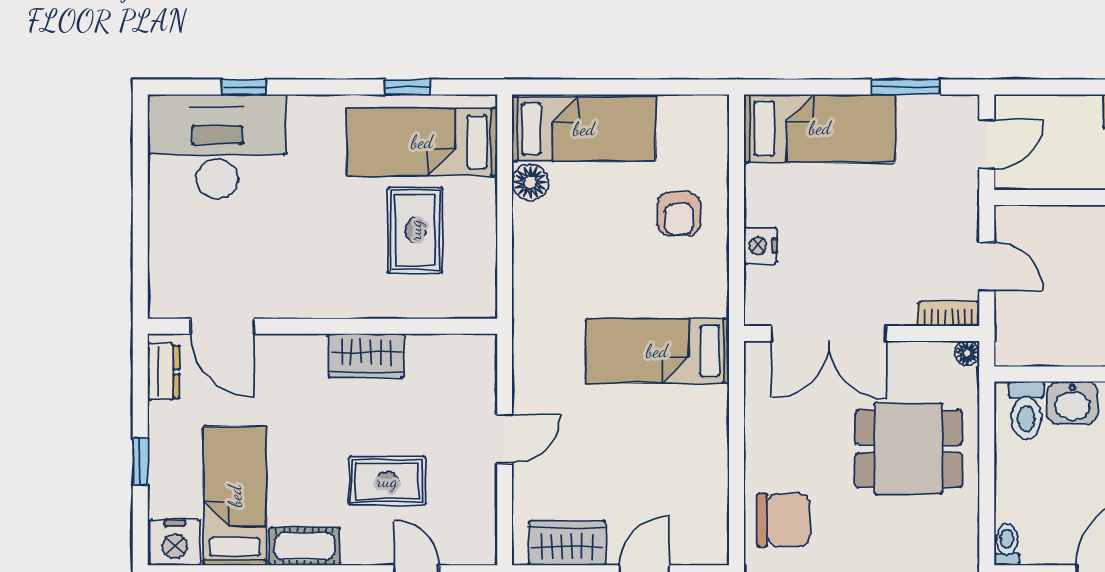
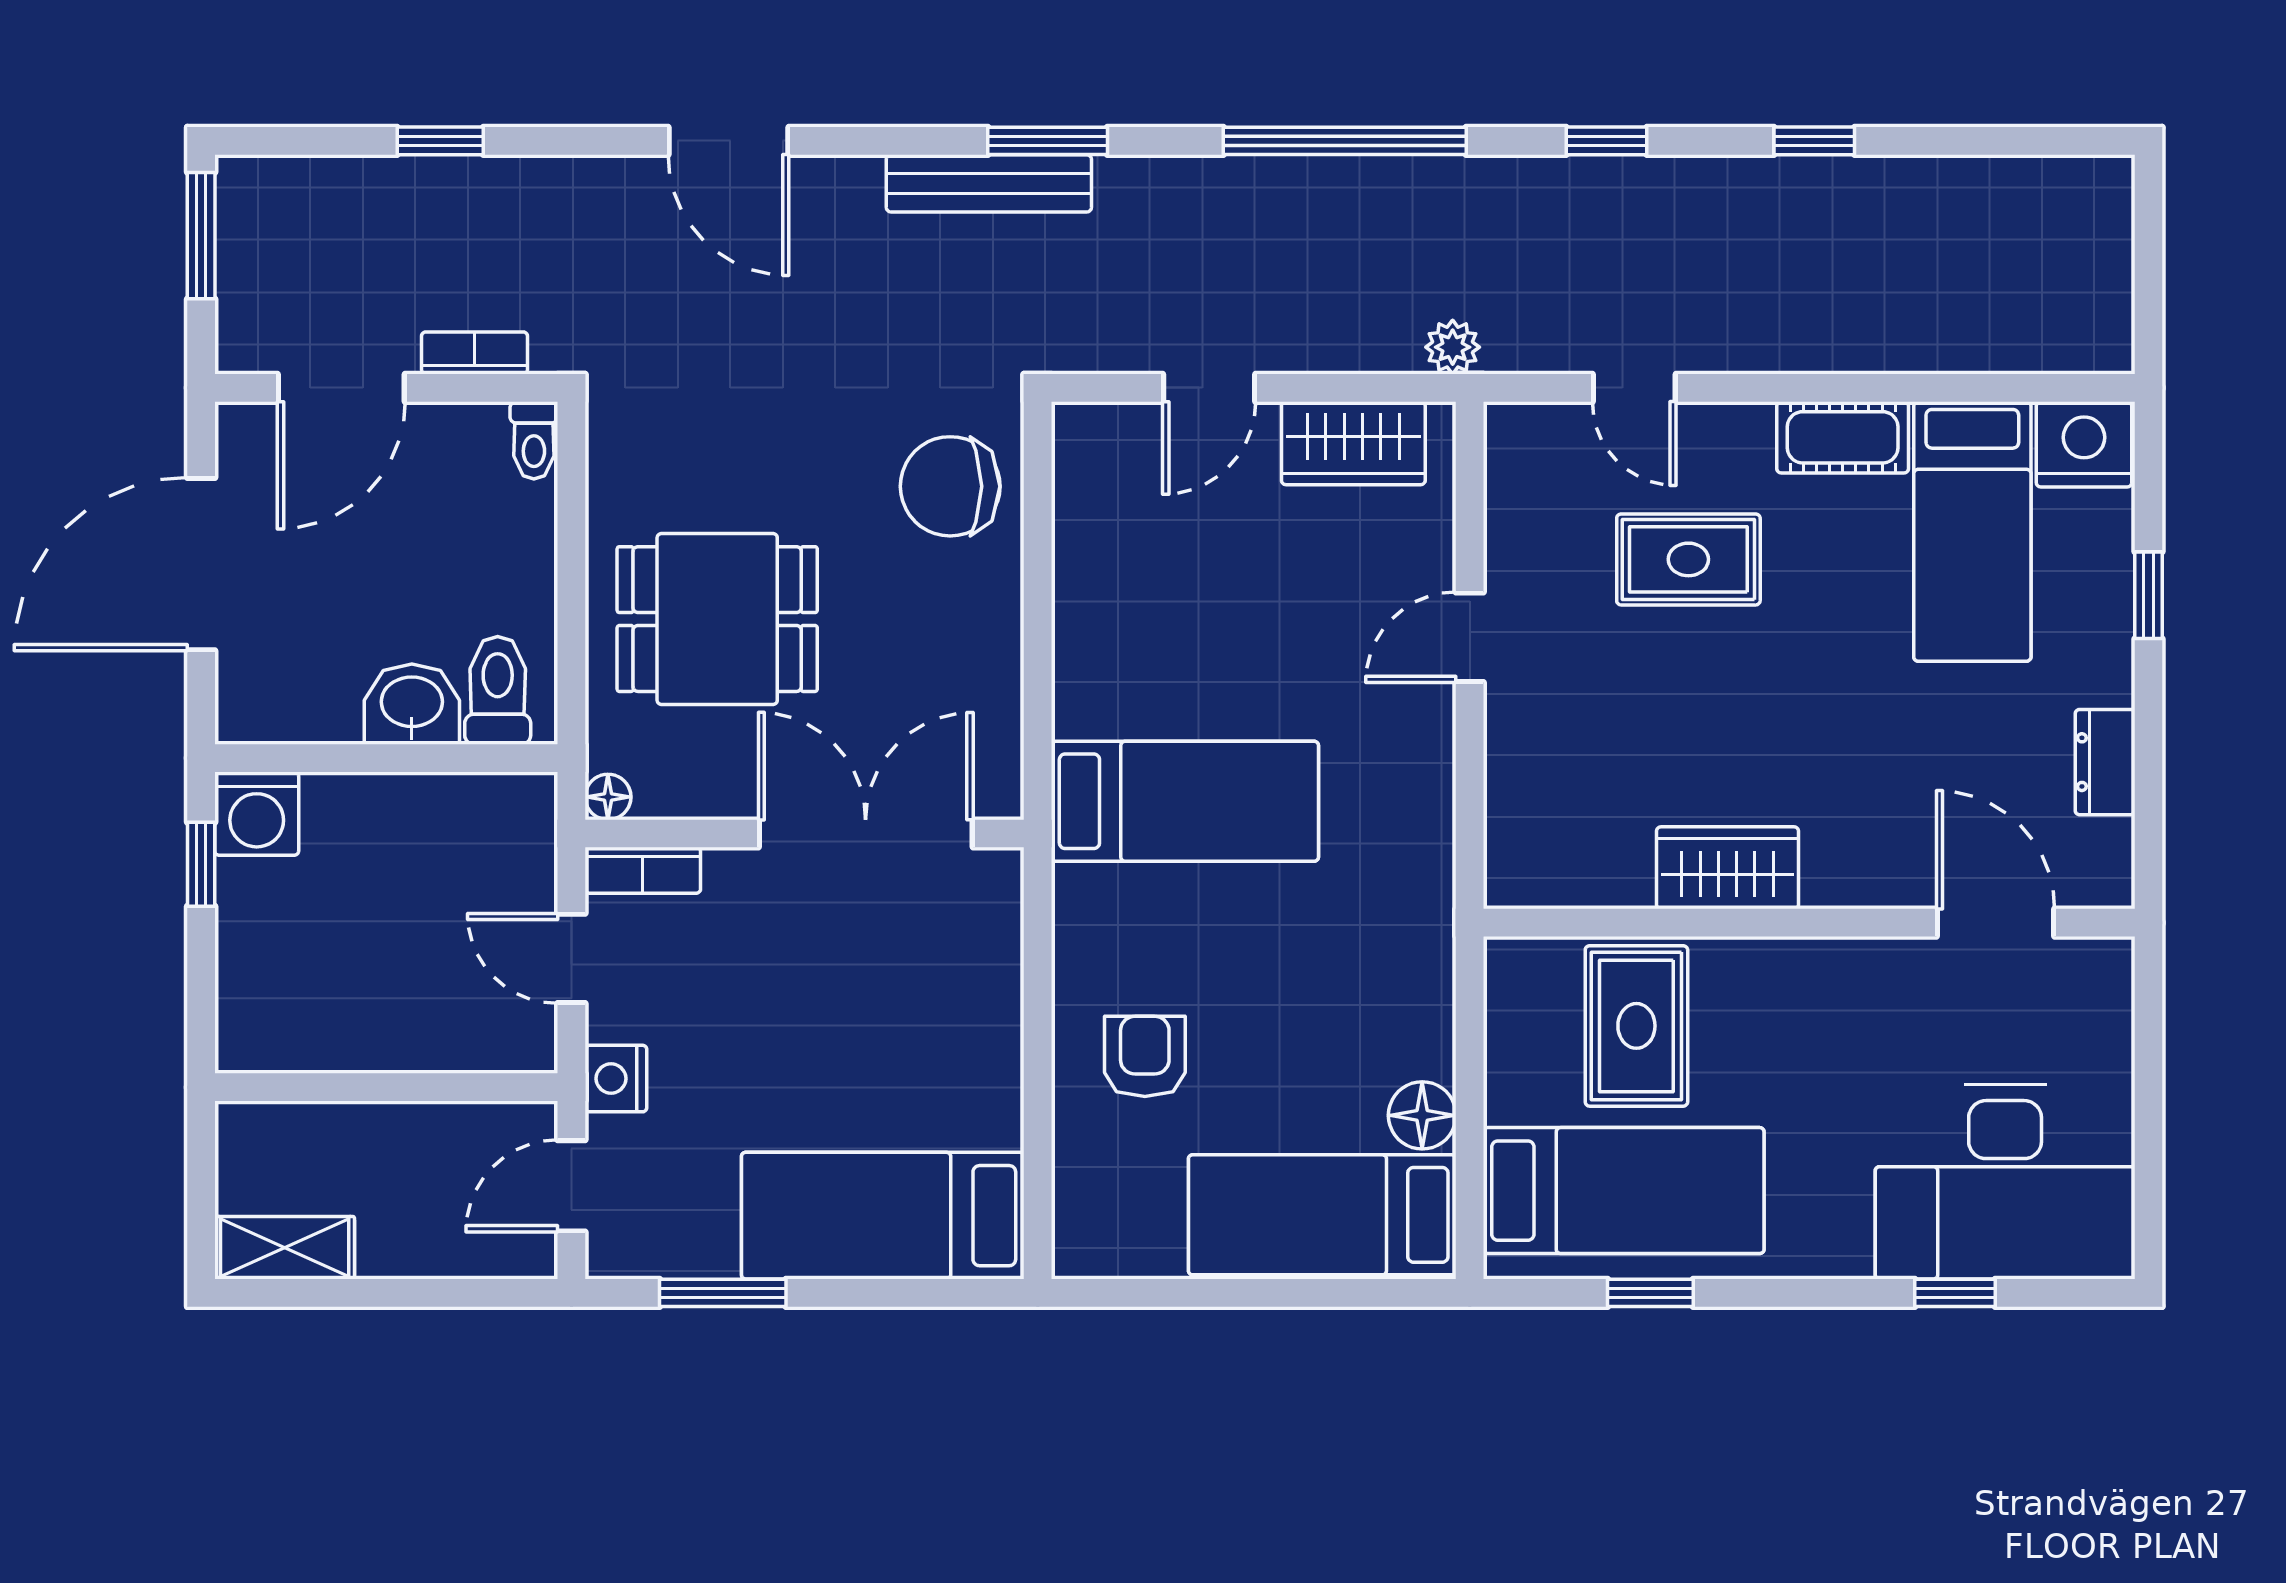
nightstand: (760, 246) -> (616, 1079), moved, turned 180
door: (222, 326) -> (1996, 923), moved
wall: (322, 326) -> (1809, 923), moved
wardrobe: (366, 356) -> (1727, 868), moved

